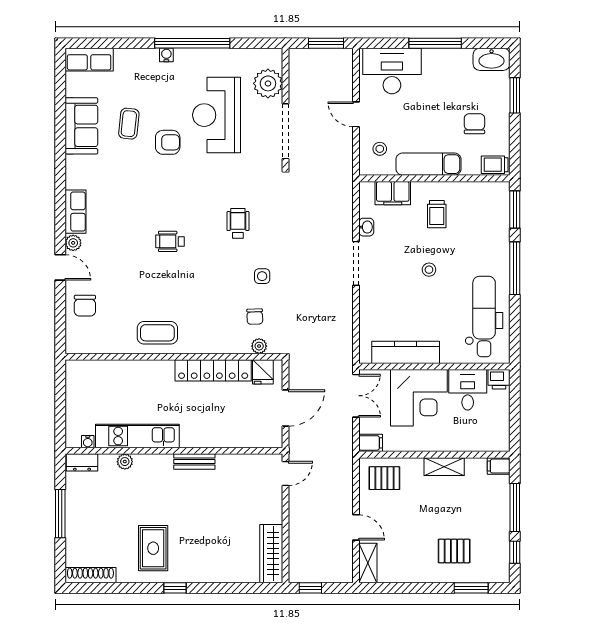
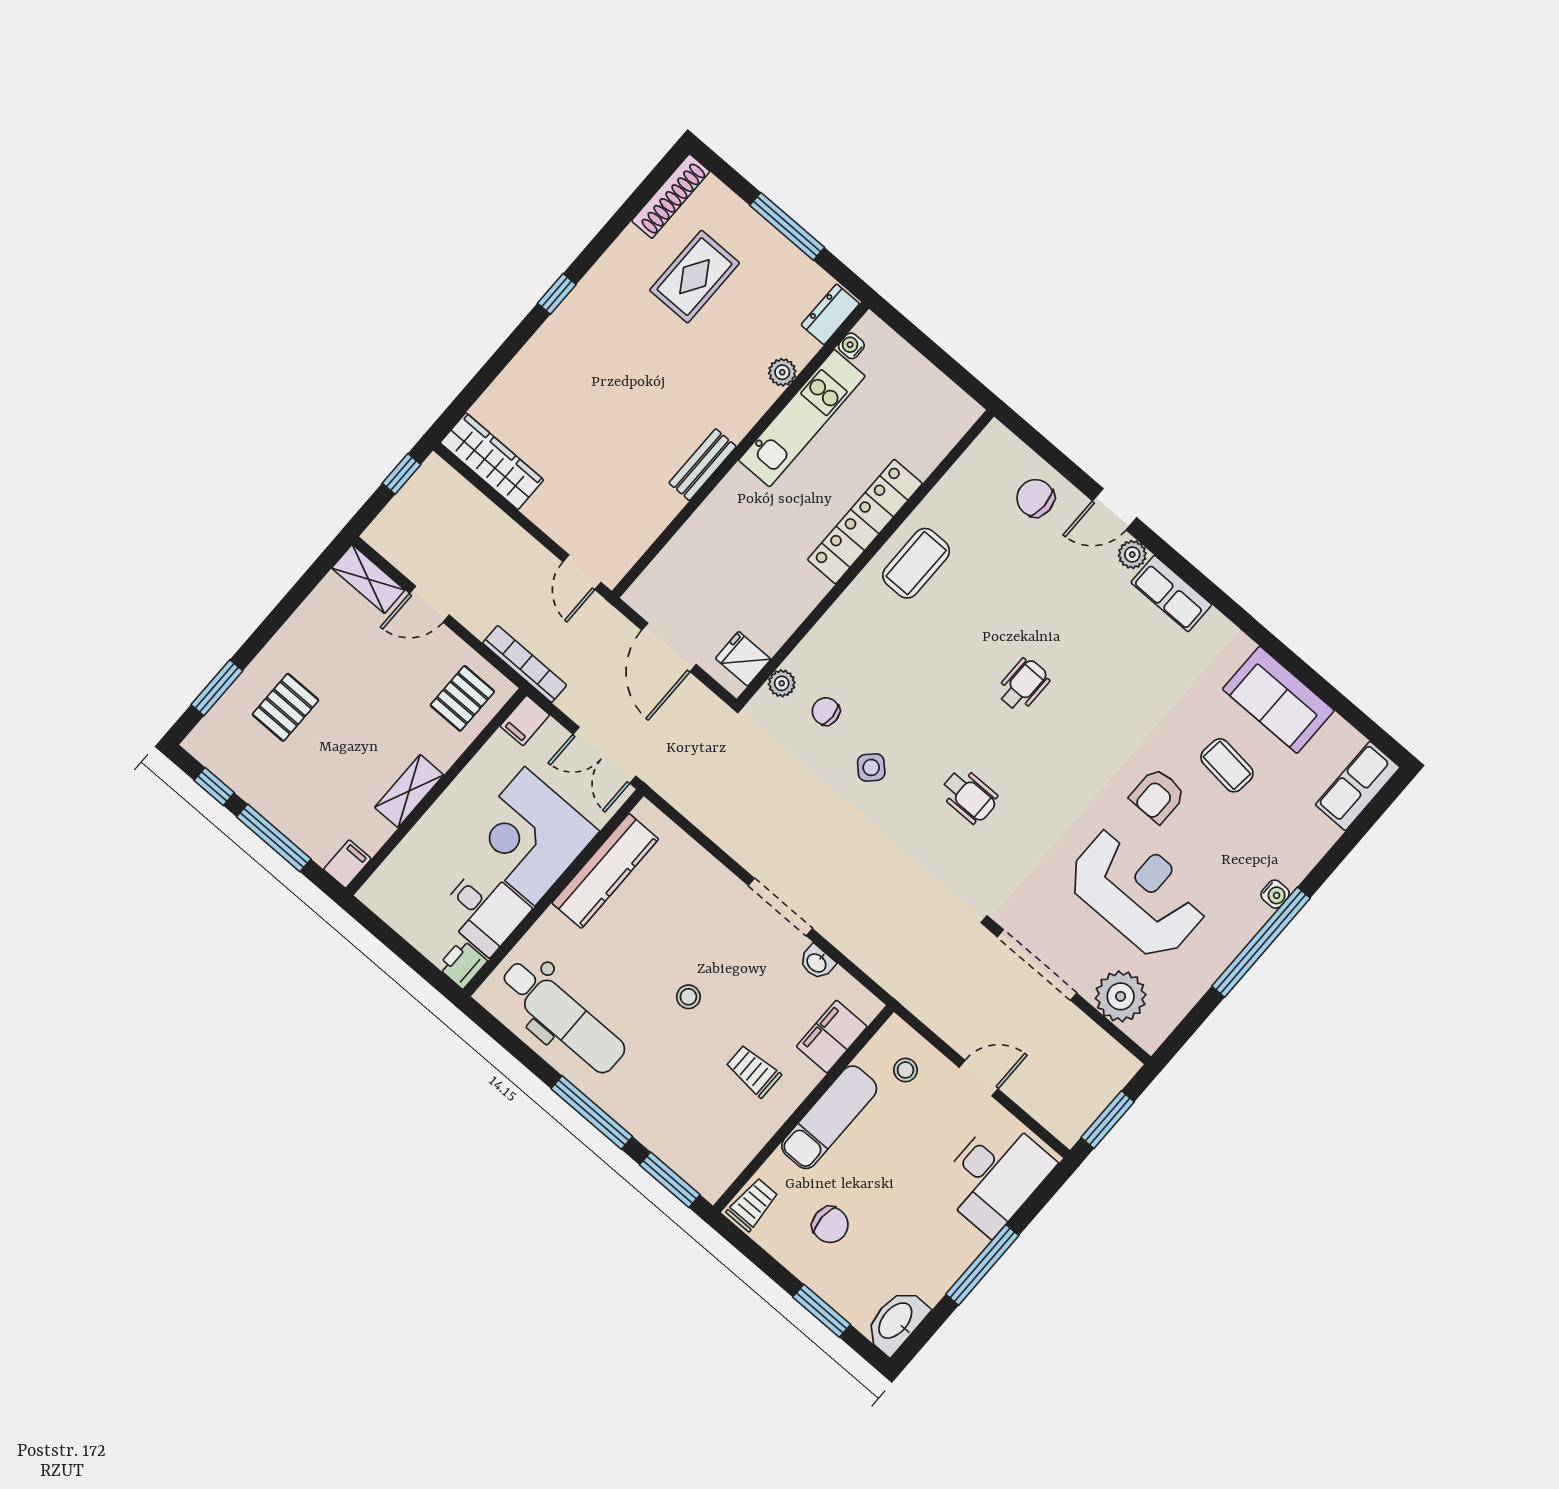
side table: (262, 276) -> (871, 767), turned 45
locker: (213, 370) -> (865, 522), moved
bookcase: (346, 464) -> (525, 664), added
rug: (153, 548) -> (694, 277), moved, turned 90

